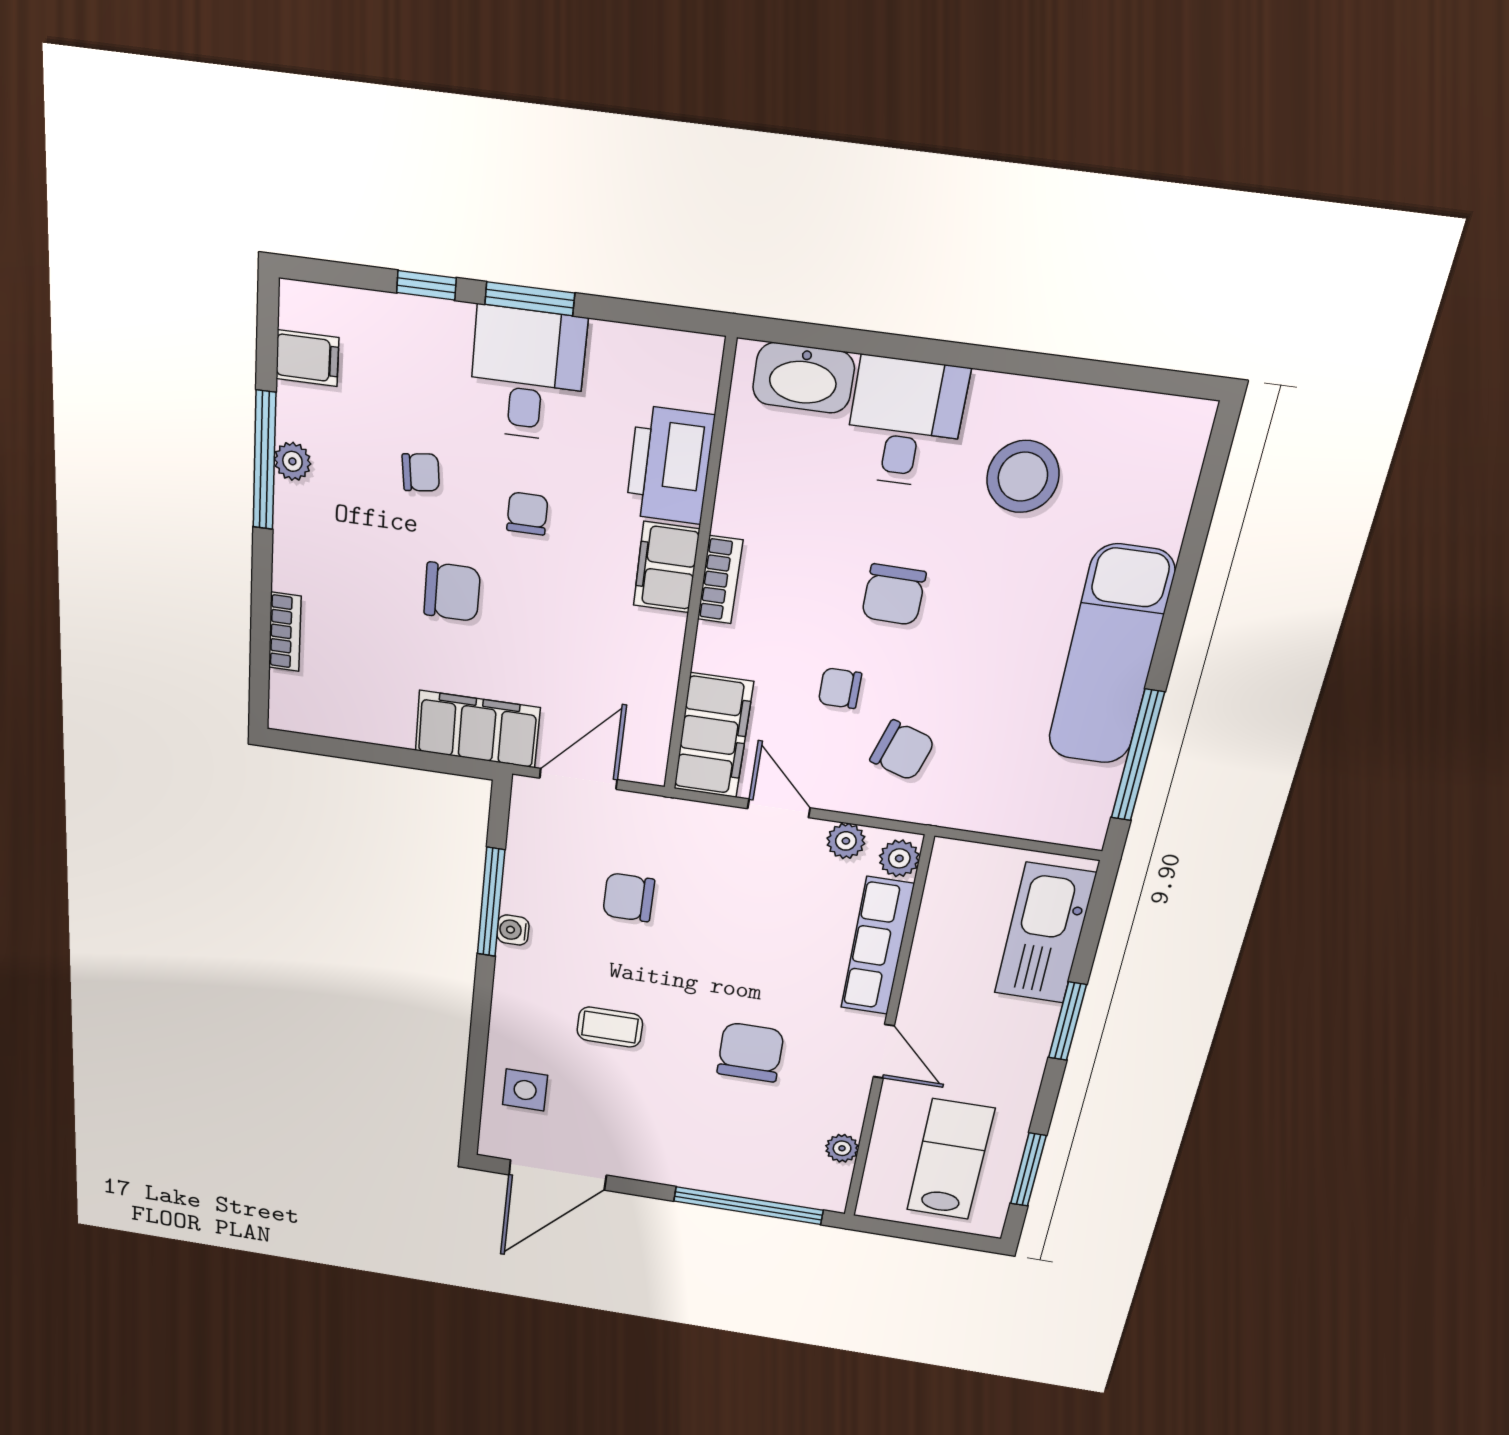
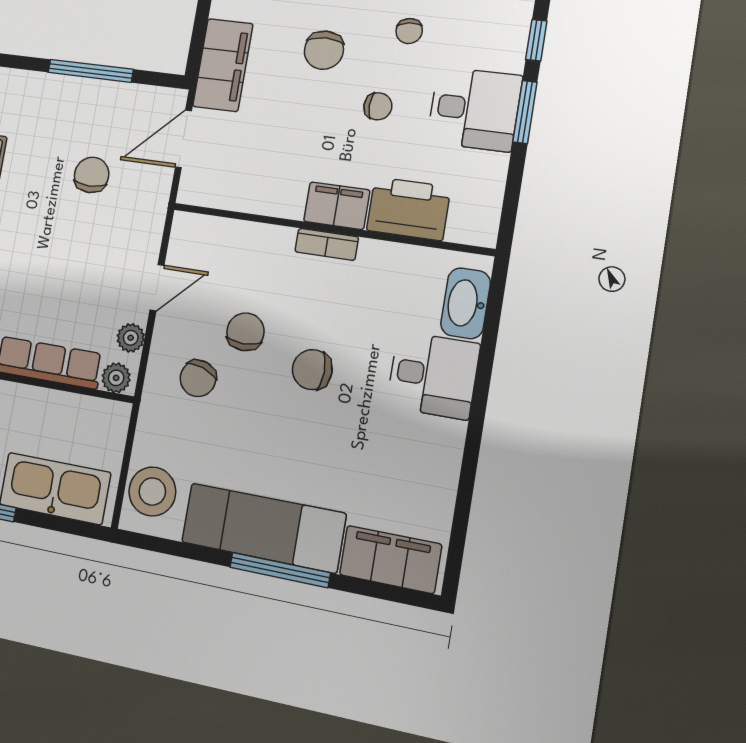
stool: (1023, 477) -> (152, 492), moved
chair: (840, 688) -> (245, 332), width x1.37, depth x1.37
filing cabinet: (713, 736) -> (390, 559), moved, turned 180
window: (1138, 756) -> (280, 570), moved
door: (578, 779) -> (183, 139), swing flipped
water cooler: (513, 930) -> (68, 87), removed

